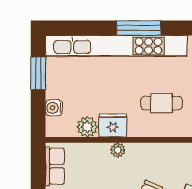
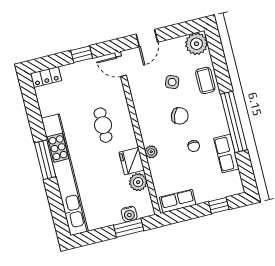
window: (38, 73) -> (129, 228), moved

